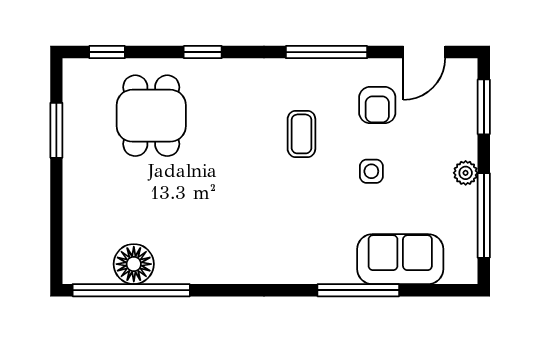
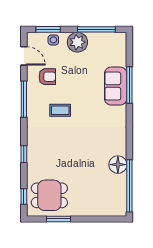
dining table: (151, 116) -> (49, 195), moved
side table: (371, 171) -> (53, 40), moved
plant: (466, 173) -> (77, 42), width x1.88, depth x1.88
sofa: (400, 259) -> (116, 86), moved
floor lamp: (134, 264) -> (118, 165), moved

